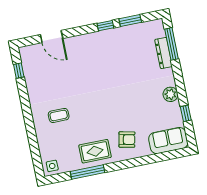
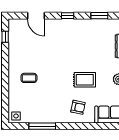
window: (105, 26) -> (68, 16), moved
rug: (95, 151) -> (85, 80), moved

